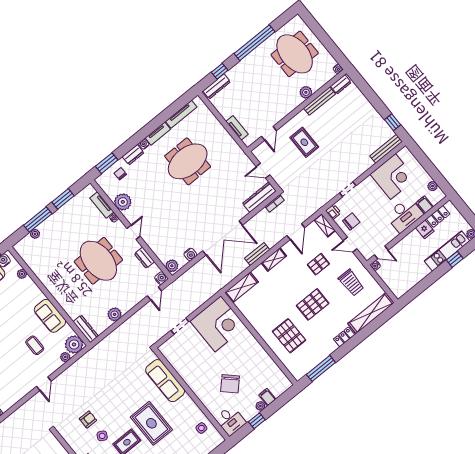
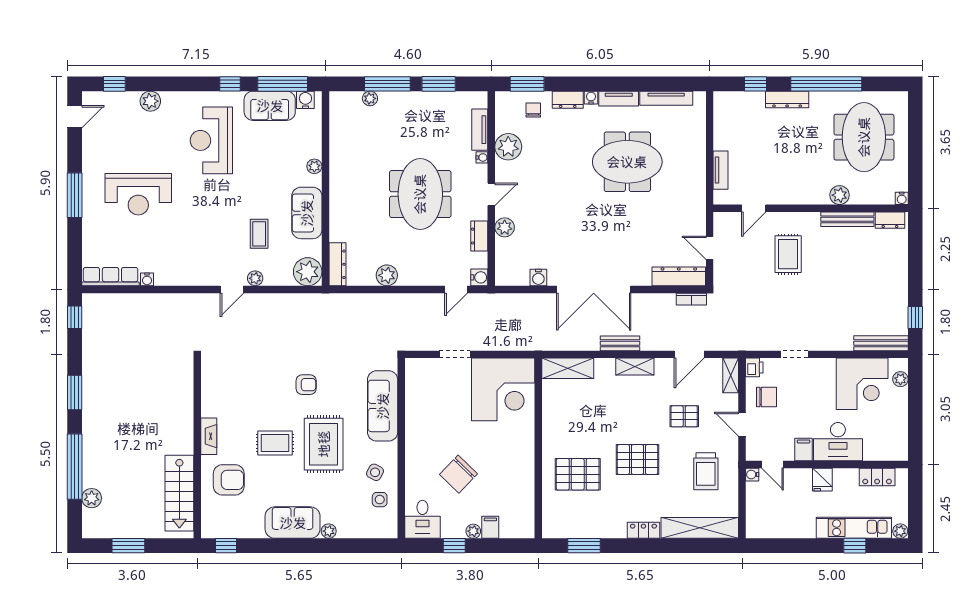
dresser: (217, 86) -> (787, 99), moved
plant: (433, 186) -> (900, 379), moved
filing cabinet: (425, 205) -> (804, 449), moved
fridge: (425, 229) -> (822, 480), moved
plant: (172, 266) -> (505, 227), moved
plant: (22, 274) -> (314, 166), moved
pallet: (289, 336) -> (578, 474), turned 90
plant: (65, 357) -> (255, 278), moved
window: (321, 368) -> (584, 546), width x0.69
armchair: (88, 419) -> (306, 385), moved
side table: (102, 436) -> (375, 472), moved

